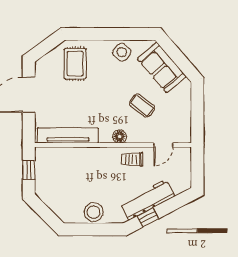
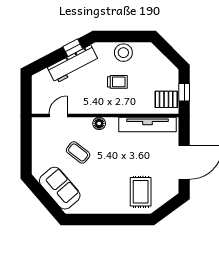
side table: (122, 52) -> (97, 203), removed
trolley: (132, 159) -> (117, 82), moved
pallet: (48, 162) -> (166, 99), added

